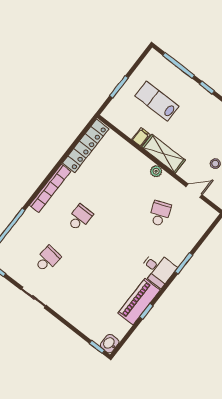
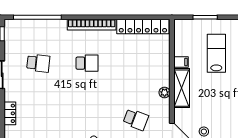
school desk: (160, 214) -> (136, 119), turned 42
locker: (71, 317) -> (10, 113), added

